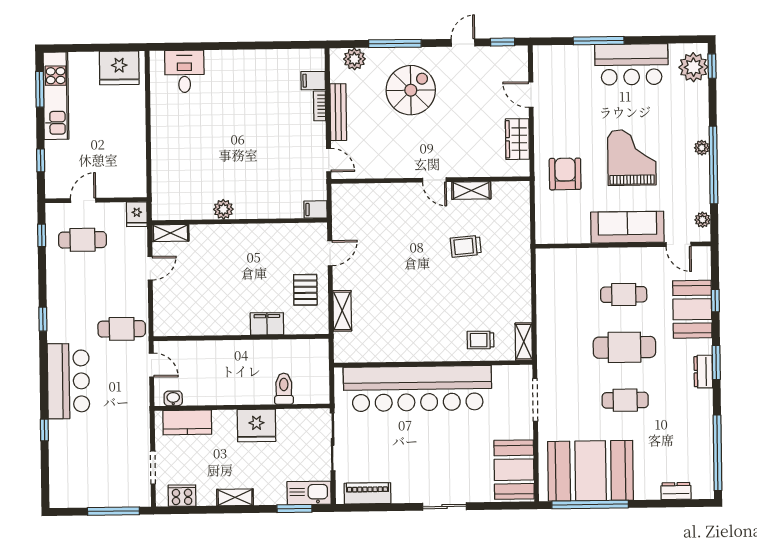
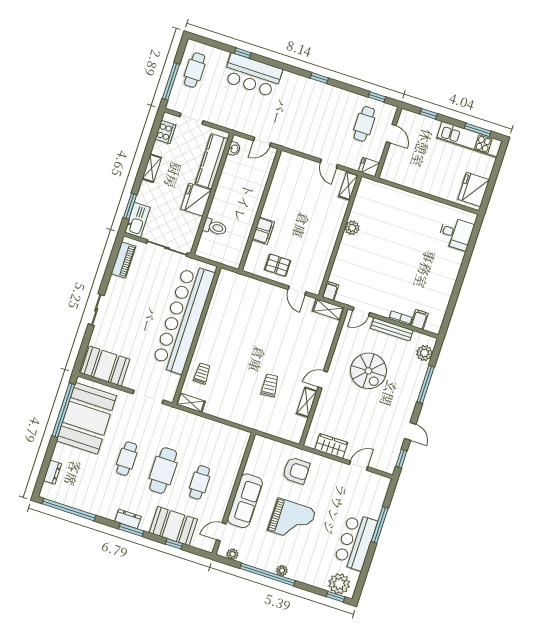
spiral stairs: (411, 90) -> (368, 371), moved
shelving: (342, 311) -> (328, 309), moved
cafe table: (122, 329) -> (195, 70), moved
bar counter: (68, 381) -> (253, 75), moved
kitchen counter: (187, 422) -> (212, 161), width x1.50

